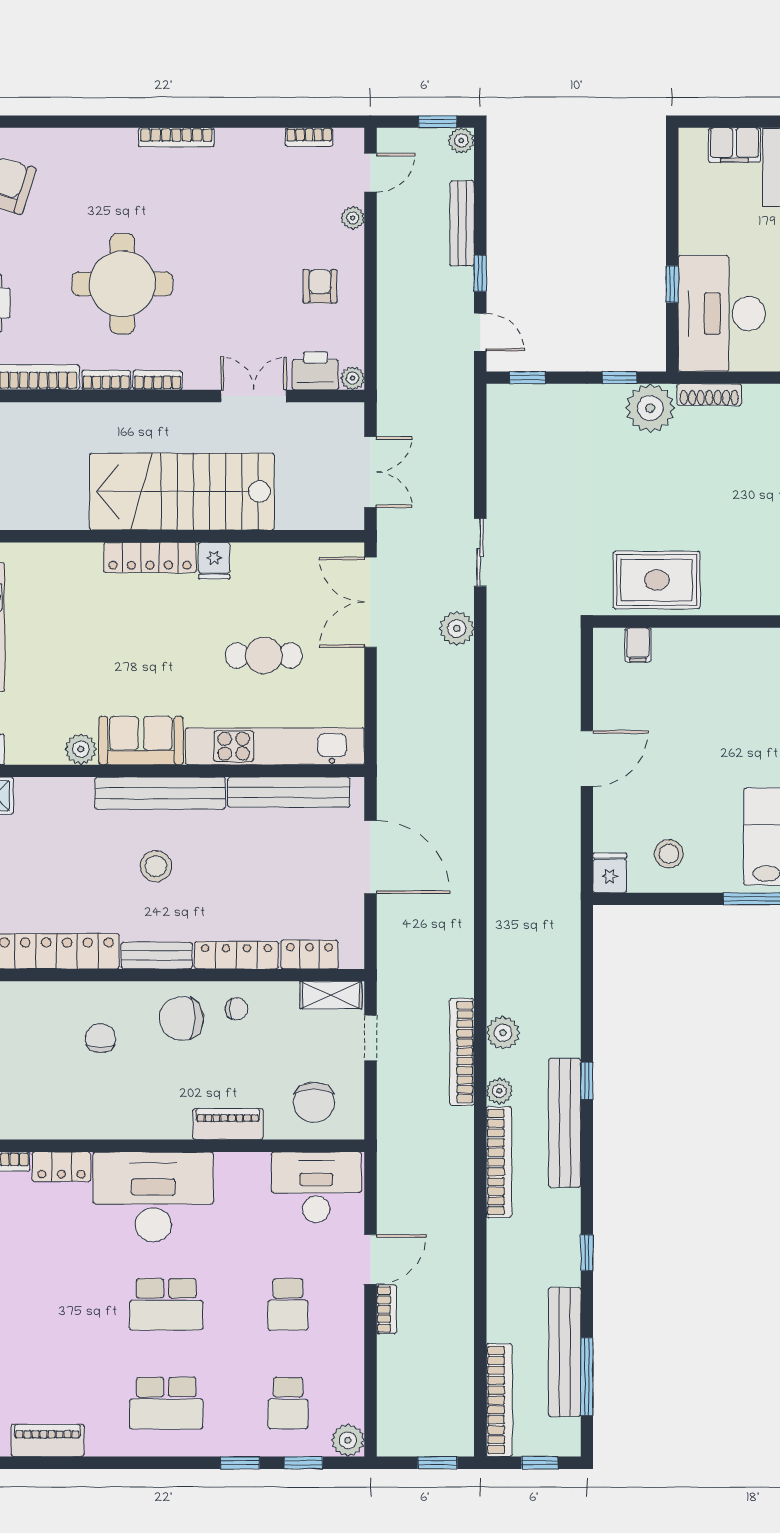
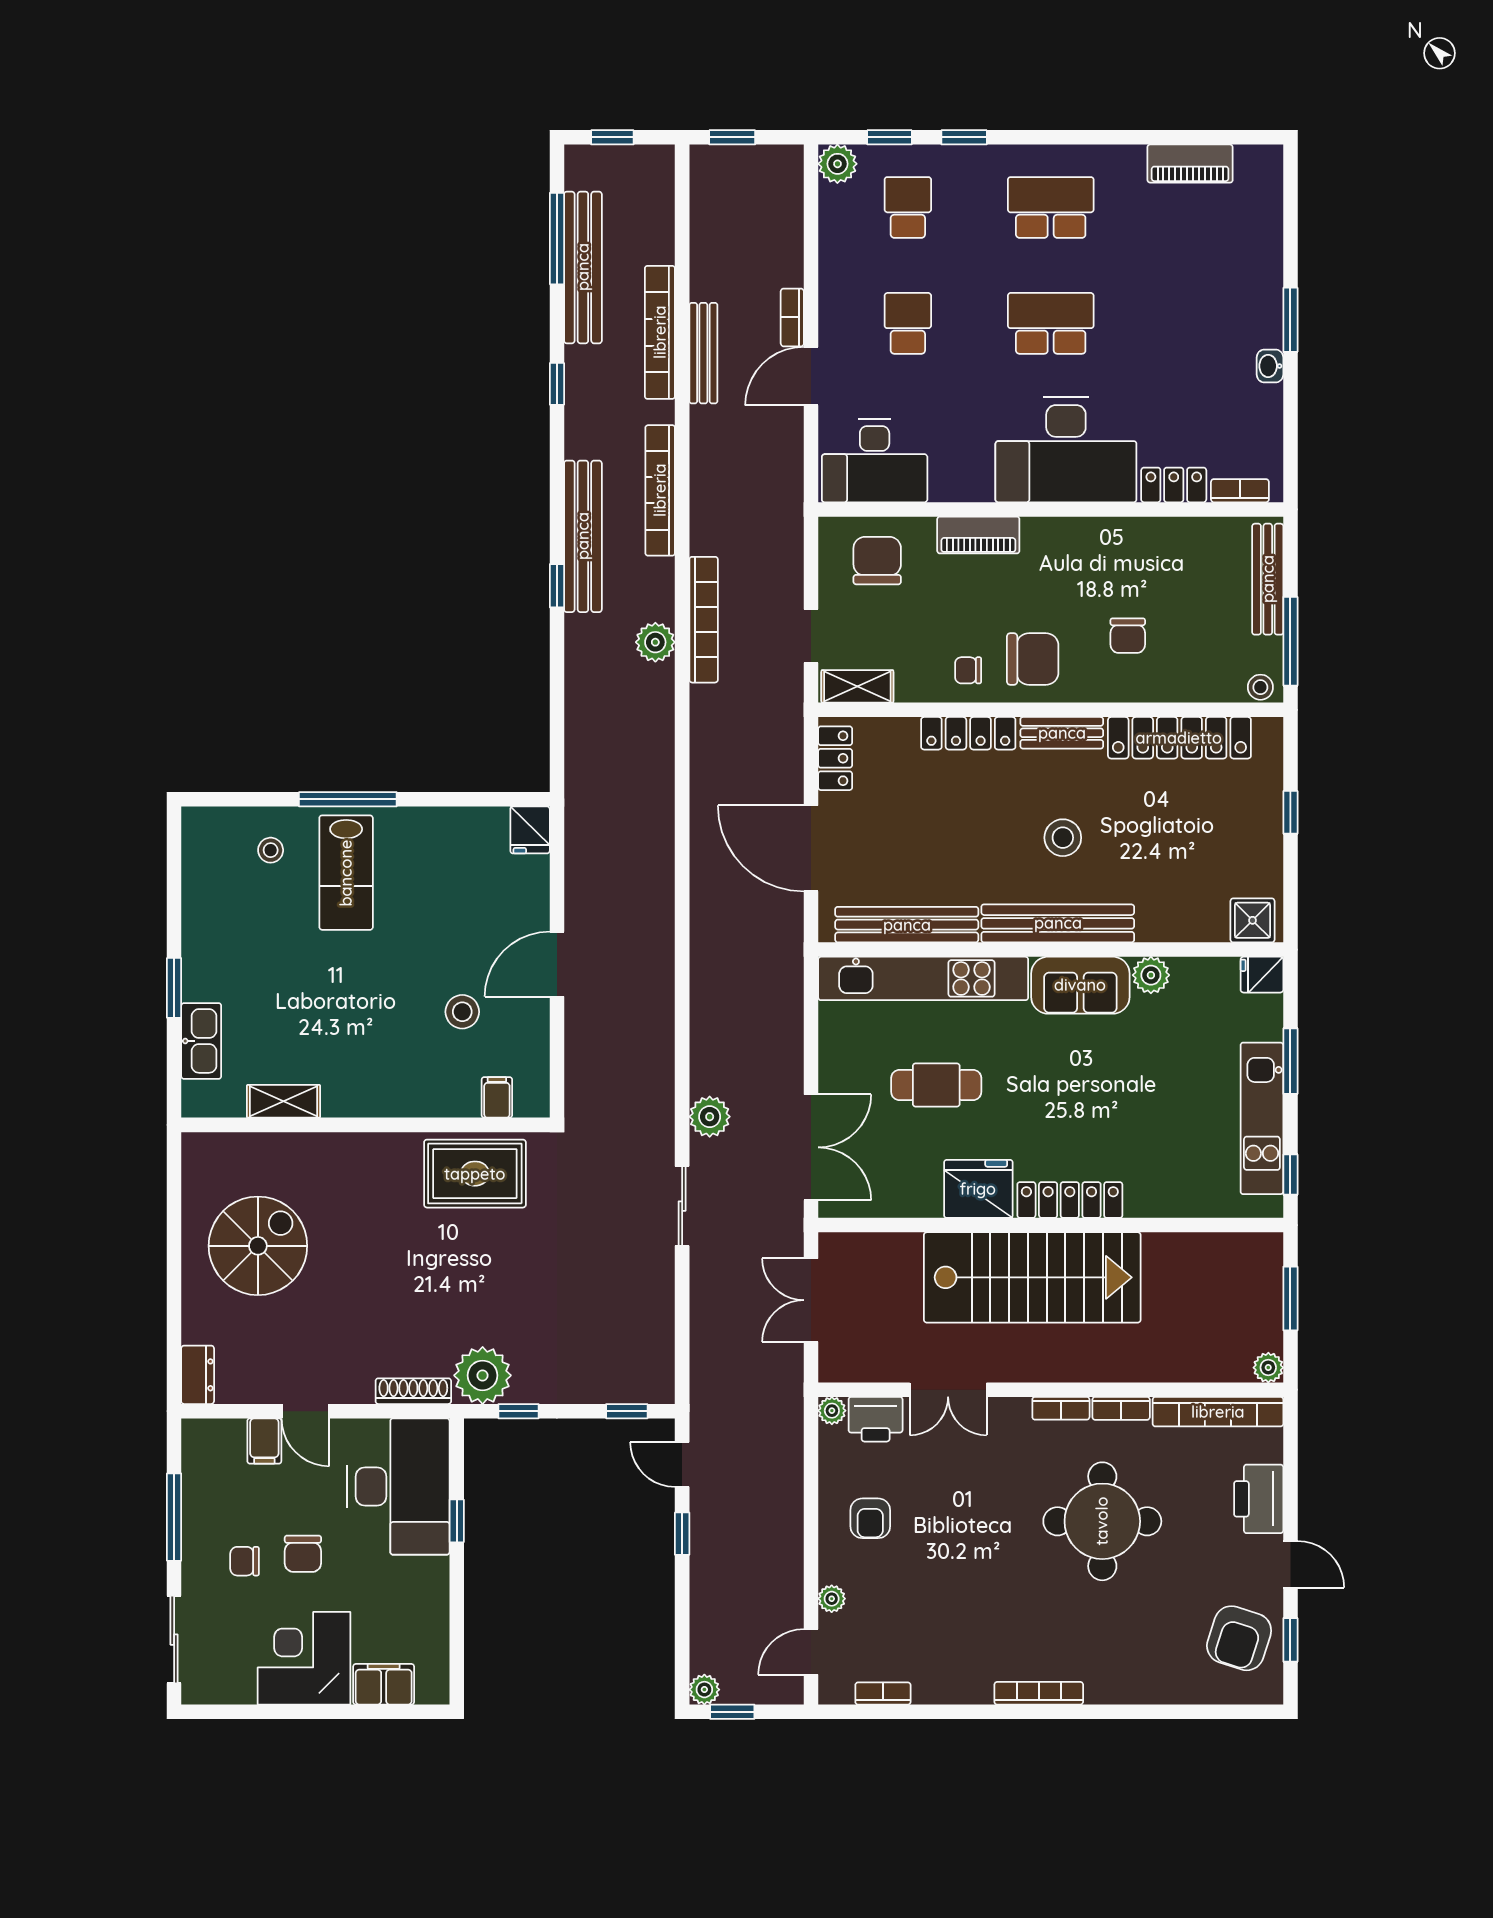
bench: (462, 223) -> (703, 353), moved
fridge: (214, 561) -> (978, 1189), width x1.88, depth x1.34
stool: (669, 854) -> (462, 1012), moved
locker: (309, 955) -> (835, 758), moved, turned -90
plant: (499, 1091) -> (660, 574), removed
bookcase: (499, 1400) -> (660, 332), moved

